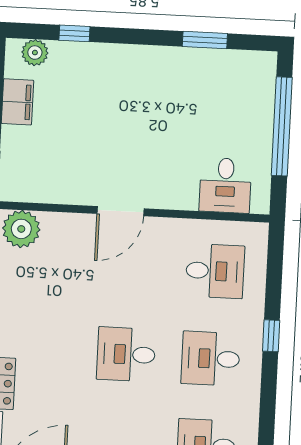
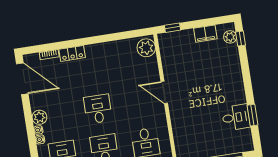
window: (74, 33) -> (240, 38), moved
desk: (225, 185) -> (236, 117), moved, turned 180

